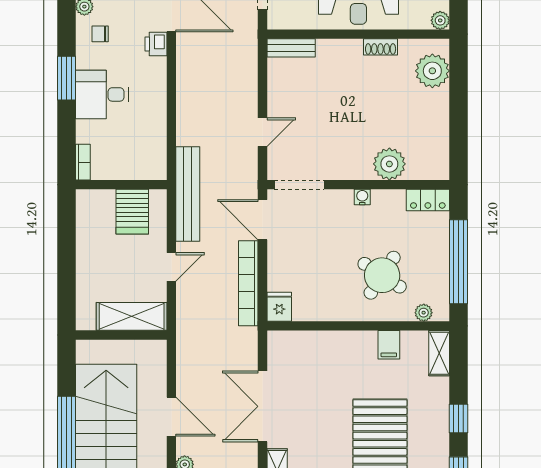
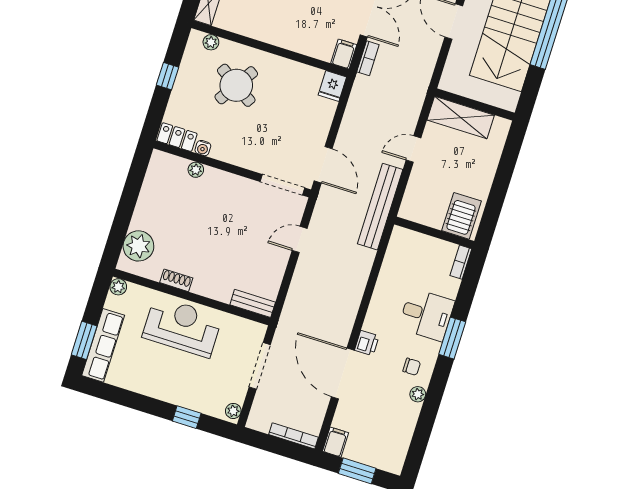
plant: (389, 164) -> (196, 170), width x0.53, depth x0.53
water cooler: (362, 197) -> (203, 148), moved
server rack: (132, 212) -> (462, 216), moved
window: (459, 262) -> (168, 76), width x0.32
bookcase: (248, 283) -> (368, 58), moved, width x0.43, depth x0.76
filing cabinet: (389, 345) -> (344, 54), moved

